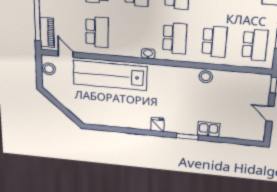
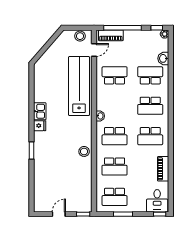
school desk: (97, 32) -> (115, 75), turned 180
stool: (206, 77) -> (84, 151), moved
kitchen sink: (209, 129) -> (40, 111), moved

